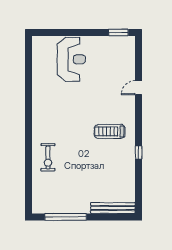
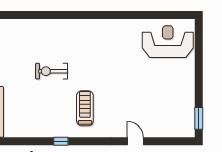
reception desk: (71, 59) -> (168, 42), moved, turned 180
exercise bike: (48, 157) -> (52, 71), moved

